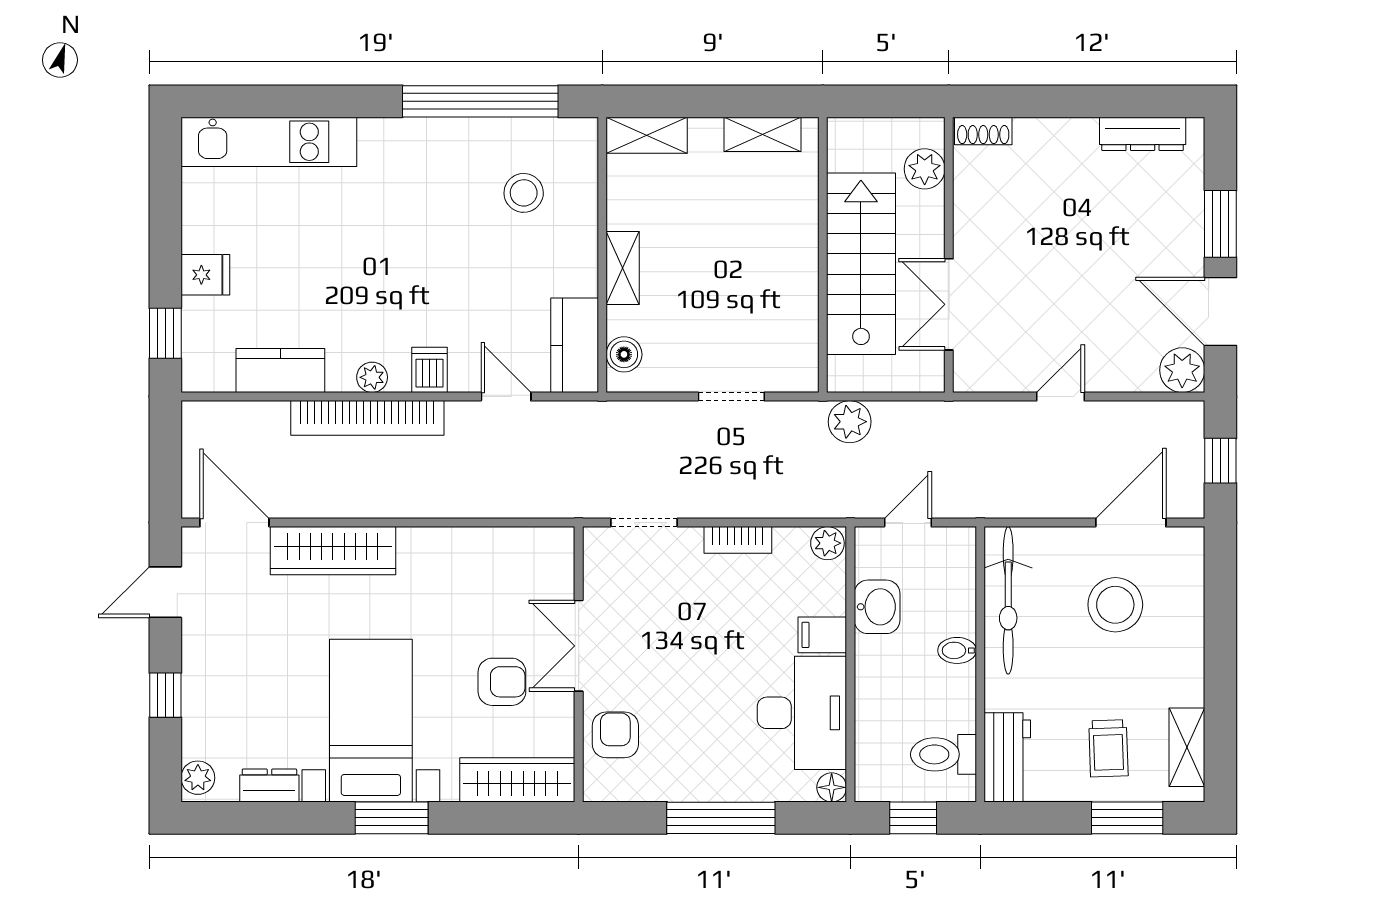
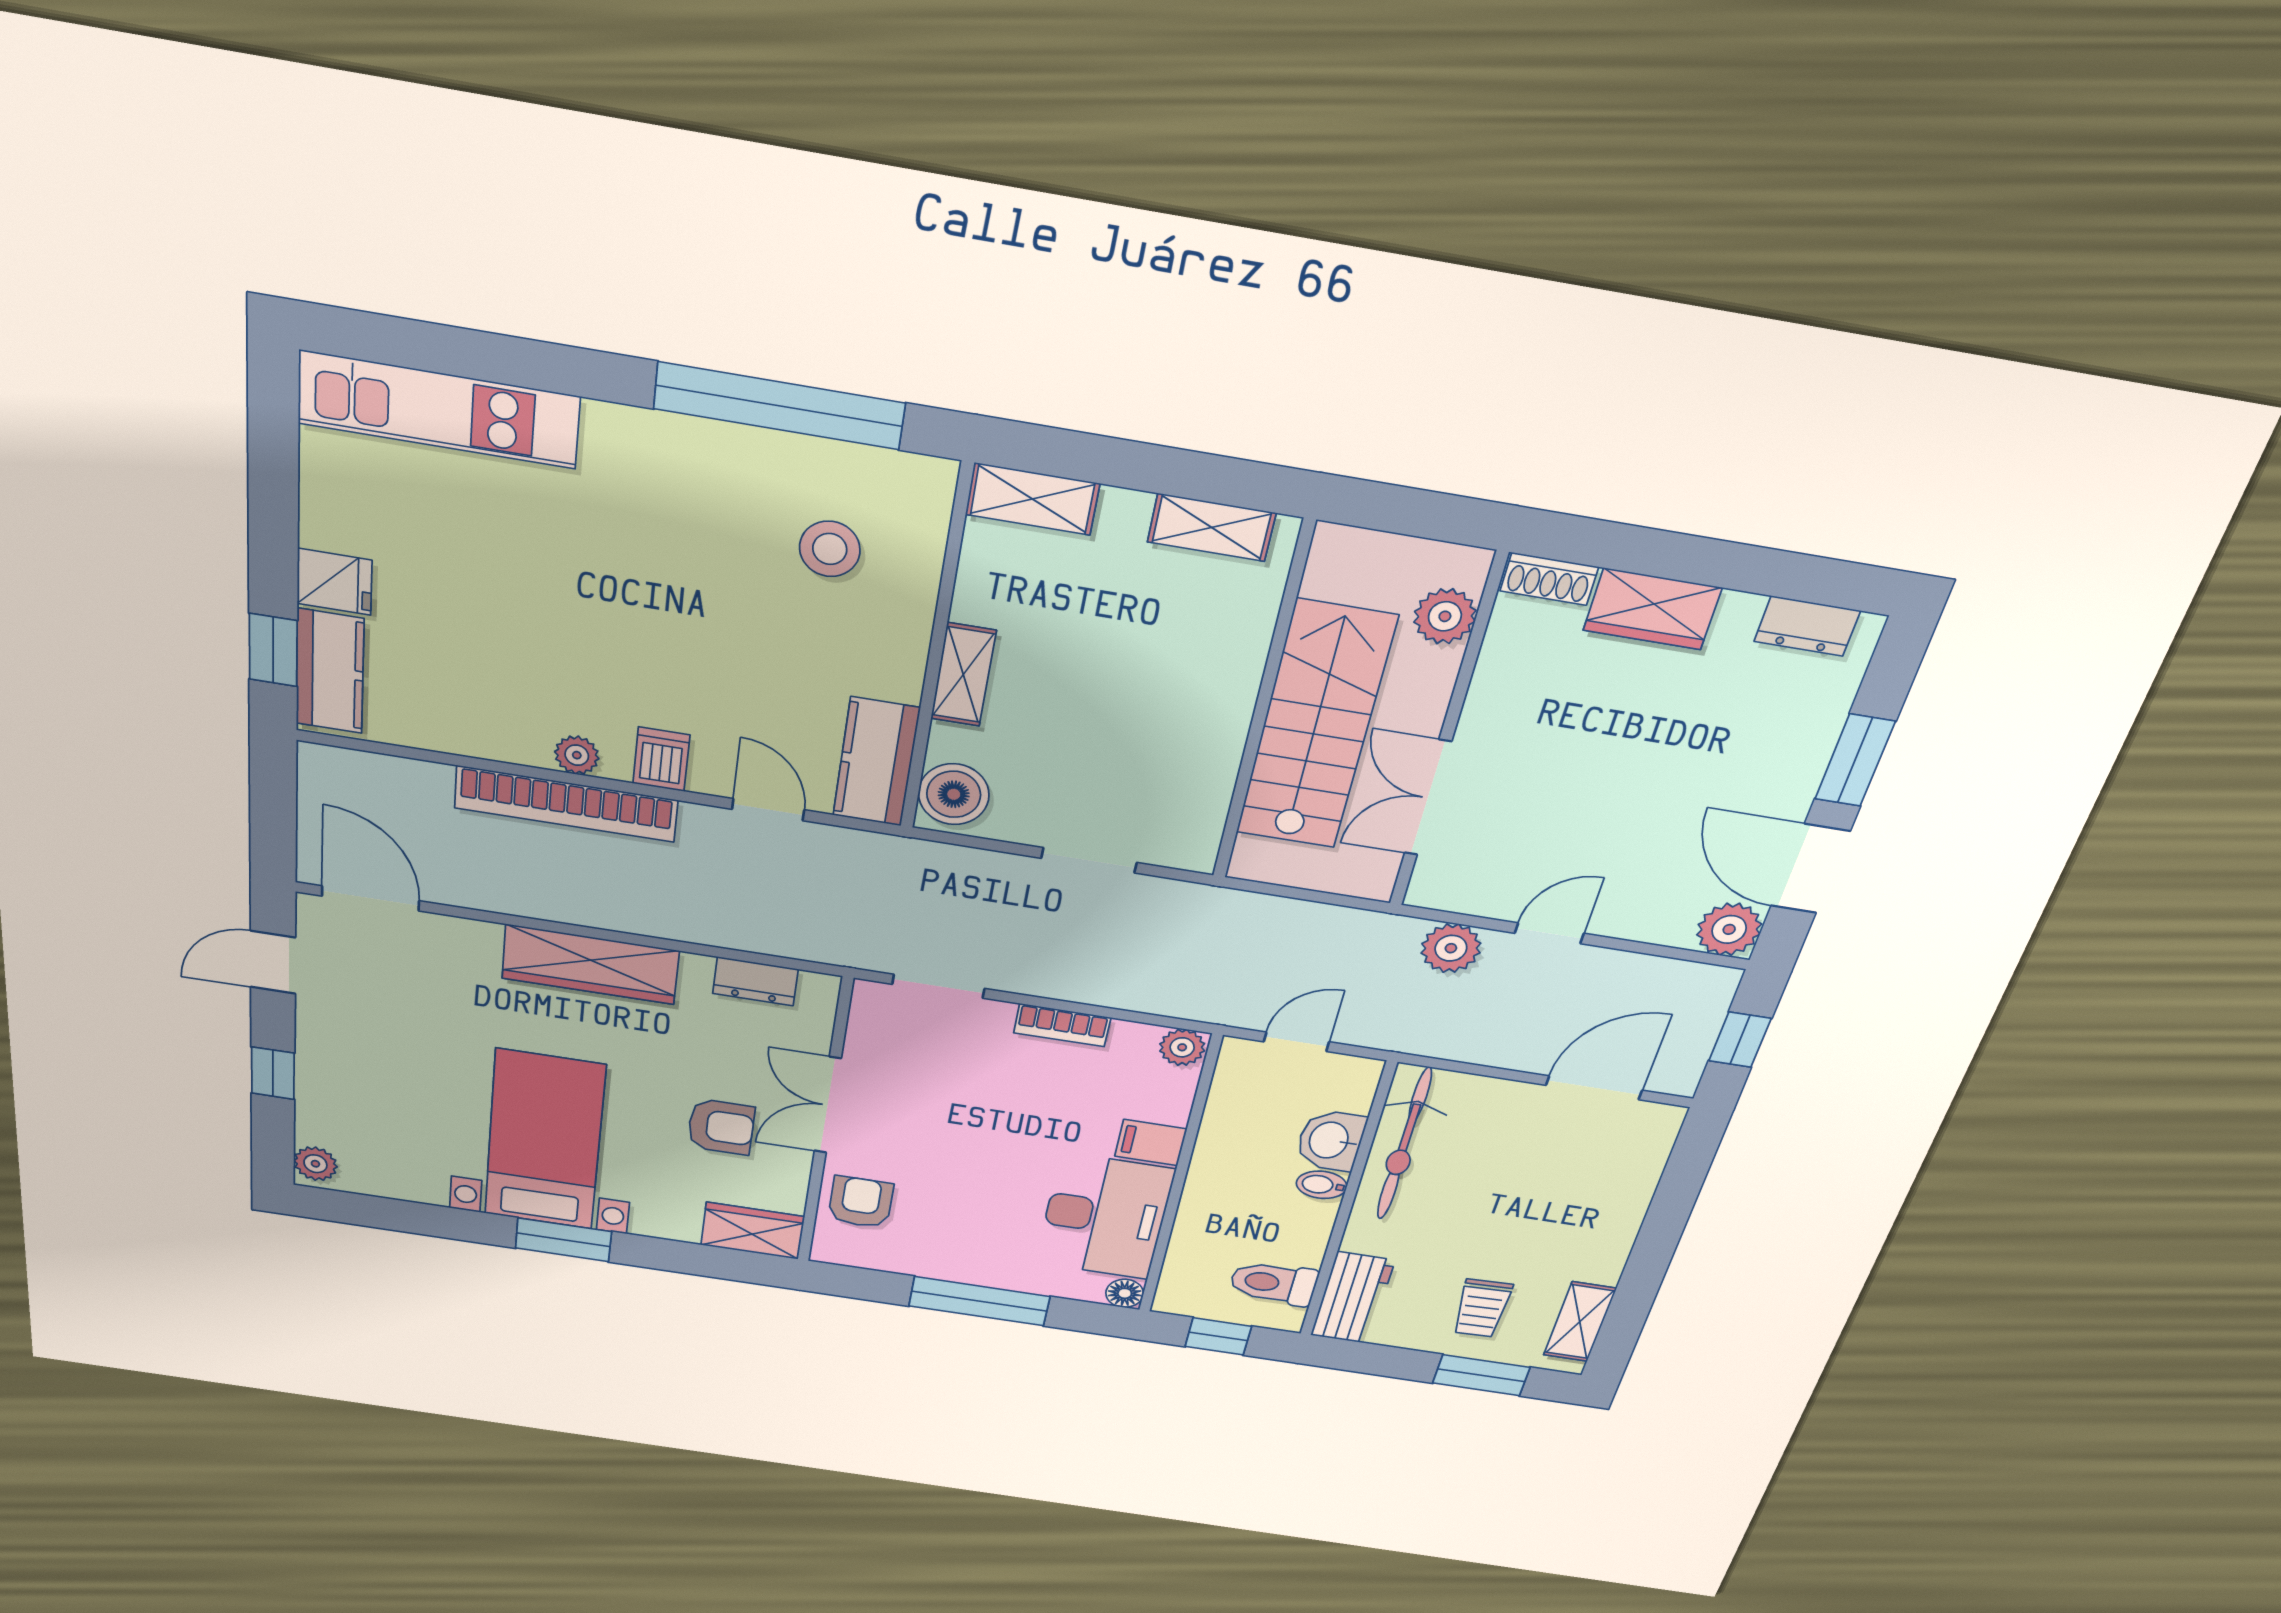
dresser: (1143, 134) -> (1807, 626), width x0.70
wardrobe: (1054, 140) -> (1652, 609), added
boiler: (624, 354) -> (954, 794), width x1.36, depth x1.36
kitchen counter: (280, 370) -> (330, 671), moved, turned 90
plant: (850, 422) -> (1451, 948), moved
wardrobe: (333, 551) -> (590, 965), moved
stool: (1115, 605) -> (1542, 1170), removed
washbasin: (877, 607) -> (1330, 1140), moved, turned 180
wardrobe: (517, 780) -> (752, 1231), width x0.67
dresser: (269, 786) -> (755, 981), moved, turned 180

